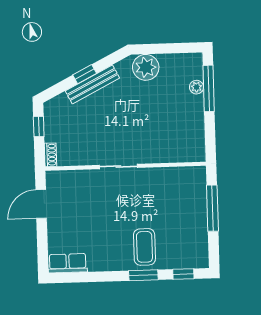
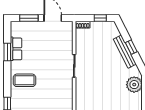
window: (42, 243) -> (29, 18), added
row of seats: (68, 263) -> (16, 49), moved
window: (143, 275) -> (7, 52), moved

